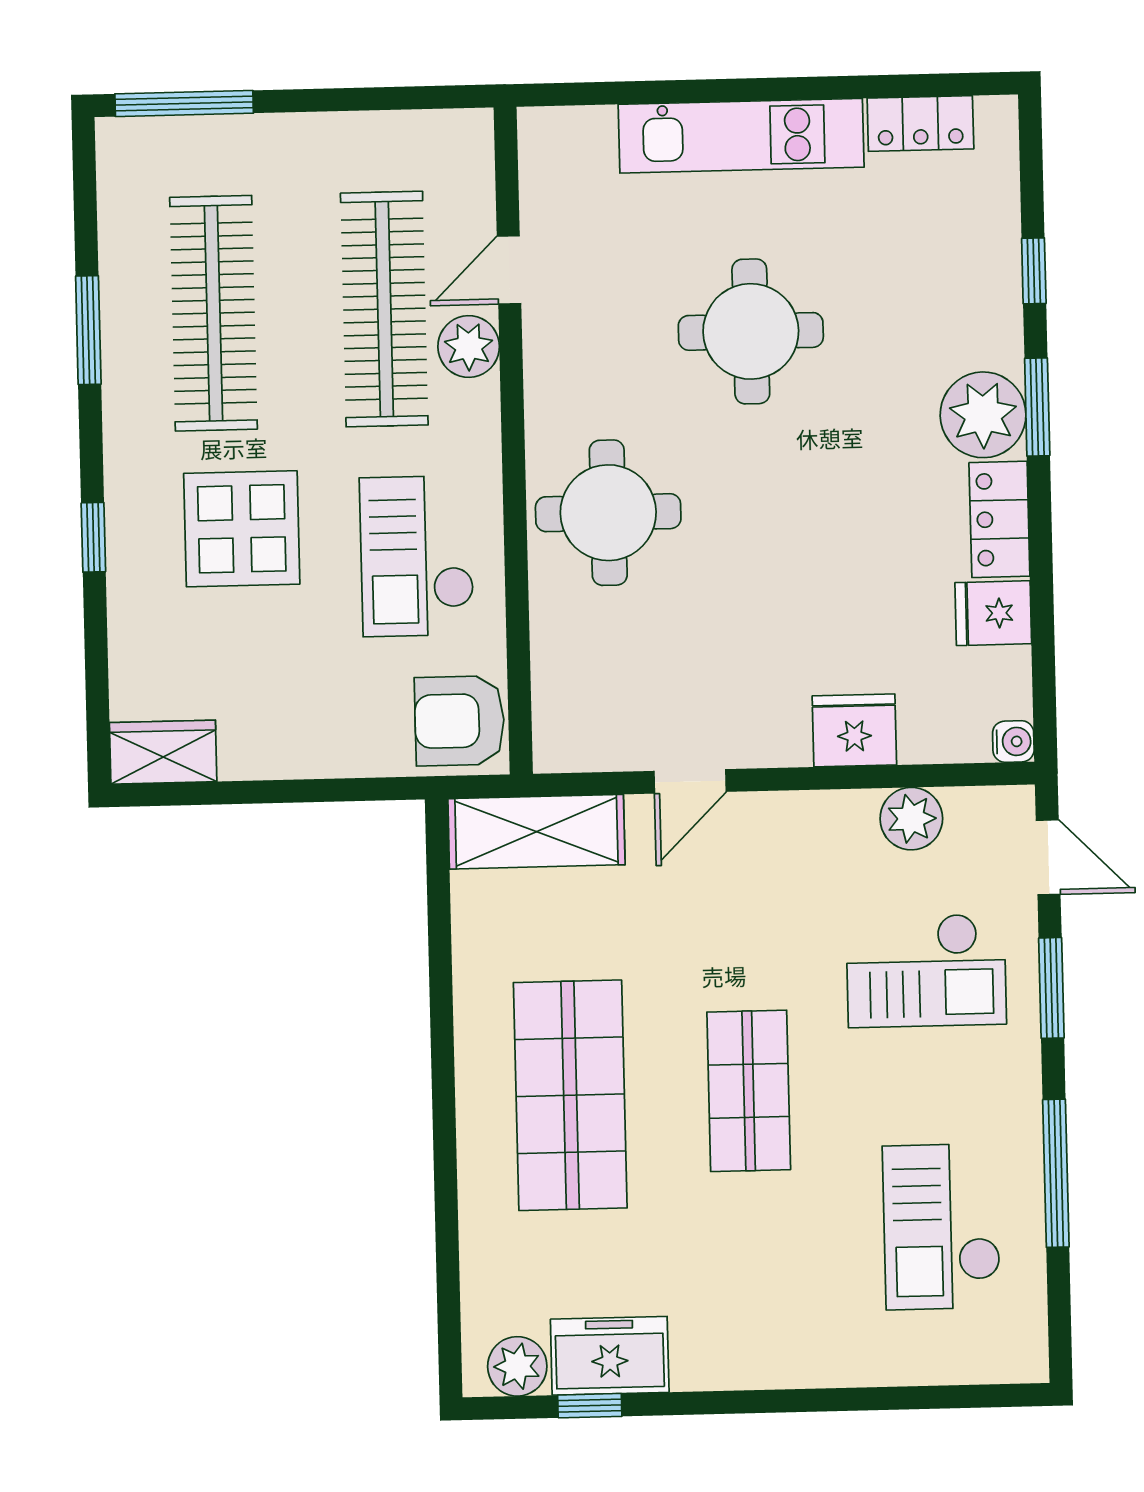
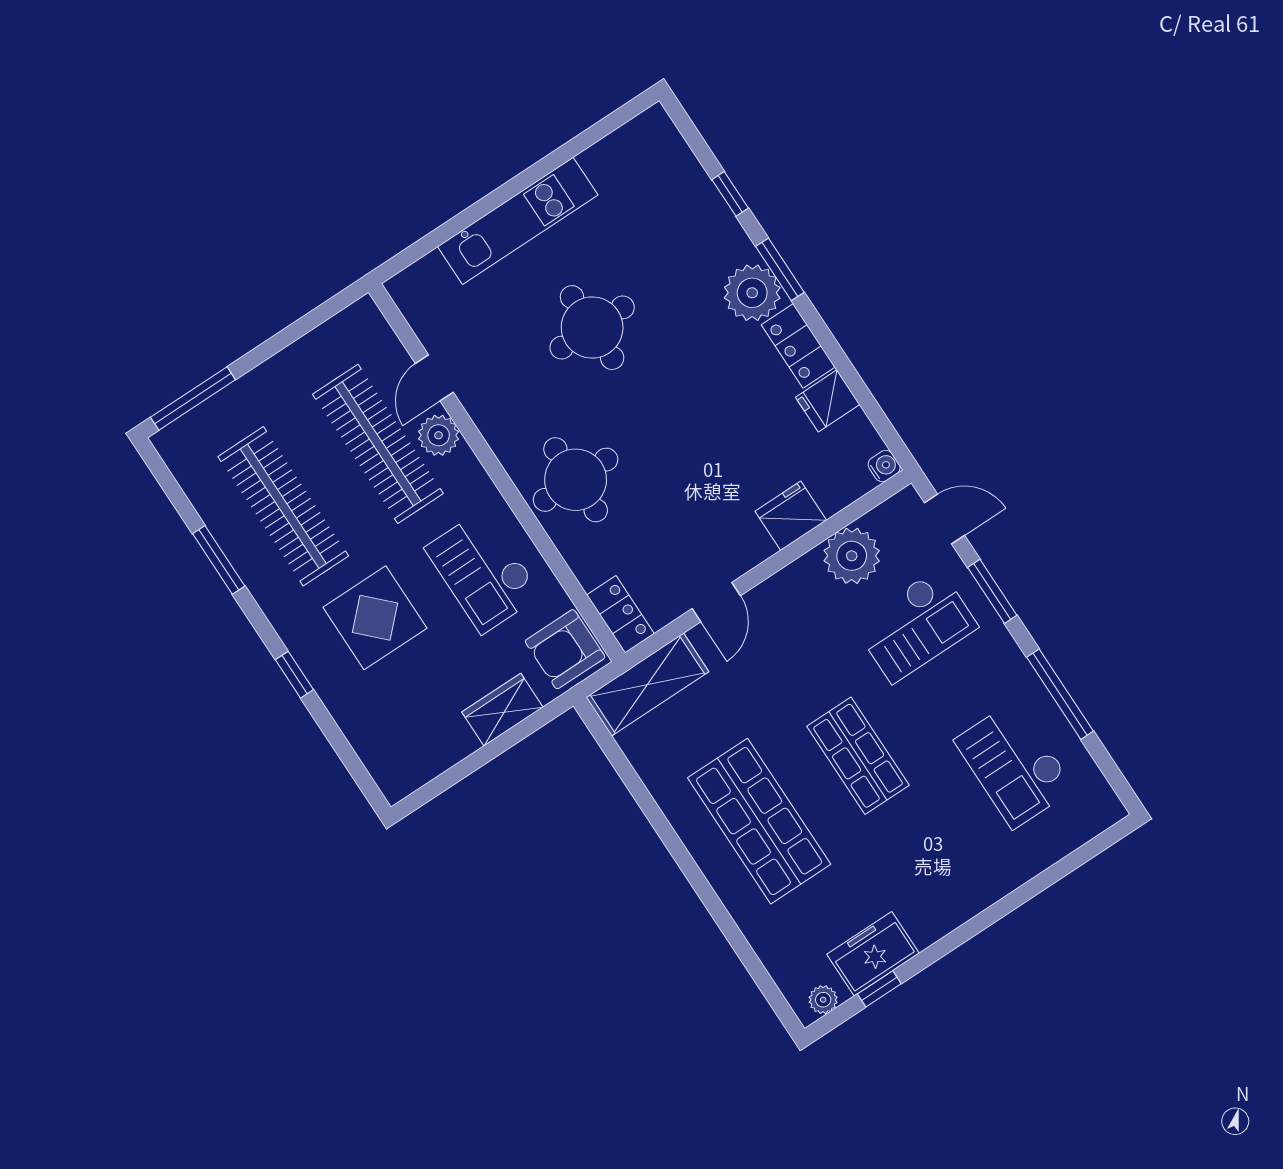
locker: (920, 124) -> (620, 614), moved, turned -90
wardrobe: (163, 752) -> (502, 710), moved
plant: (911, 819) -> (852, 556), width x1.36, depth x1.36
plant: (517, 1366) -> (823, 1000), width x0.73, depth x0.73

